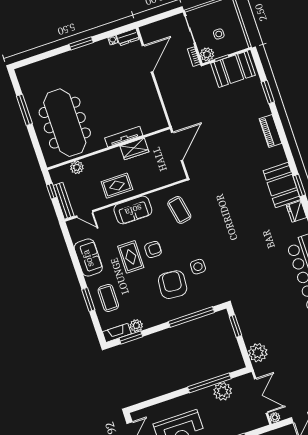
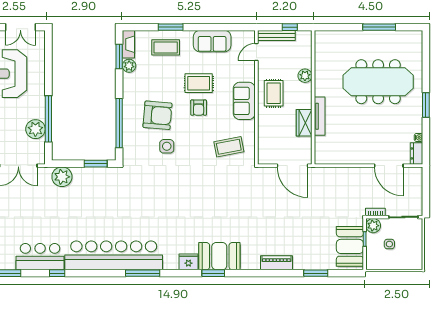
meeting table: (65, 123) -> (378, 82), moved
plant: (77, 167) -> (305, 76), moved

